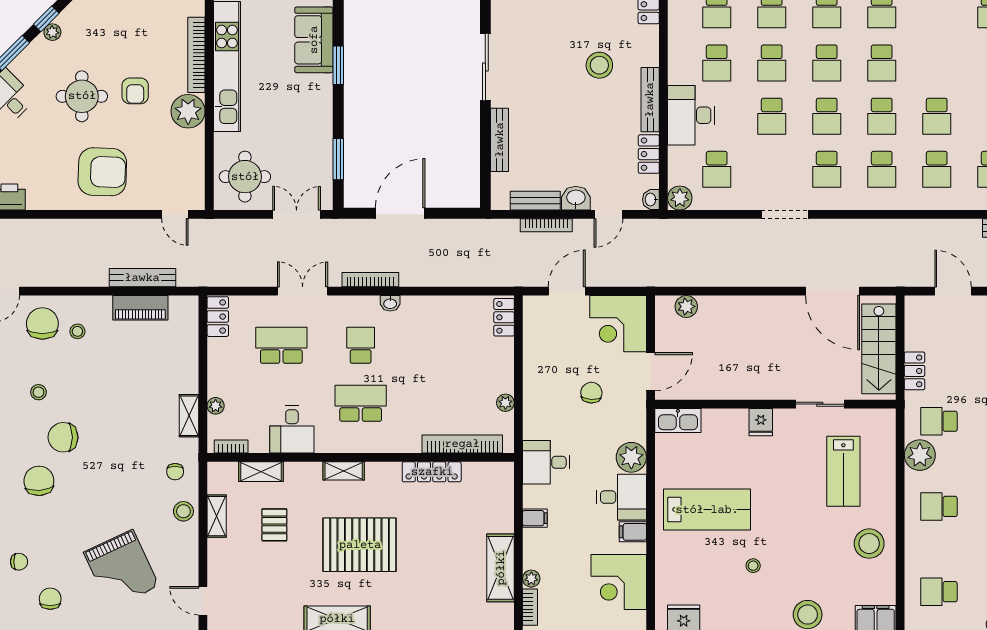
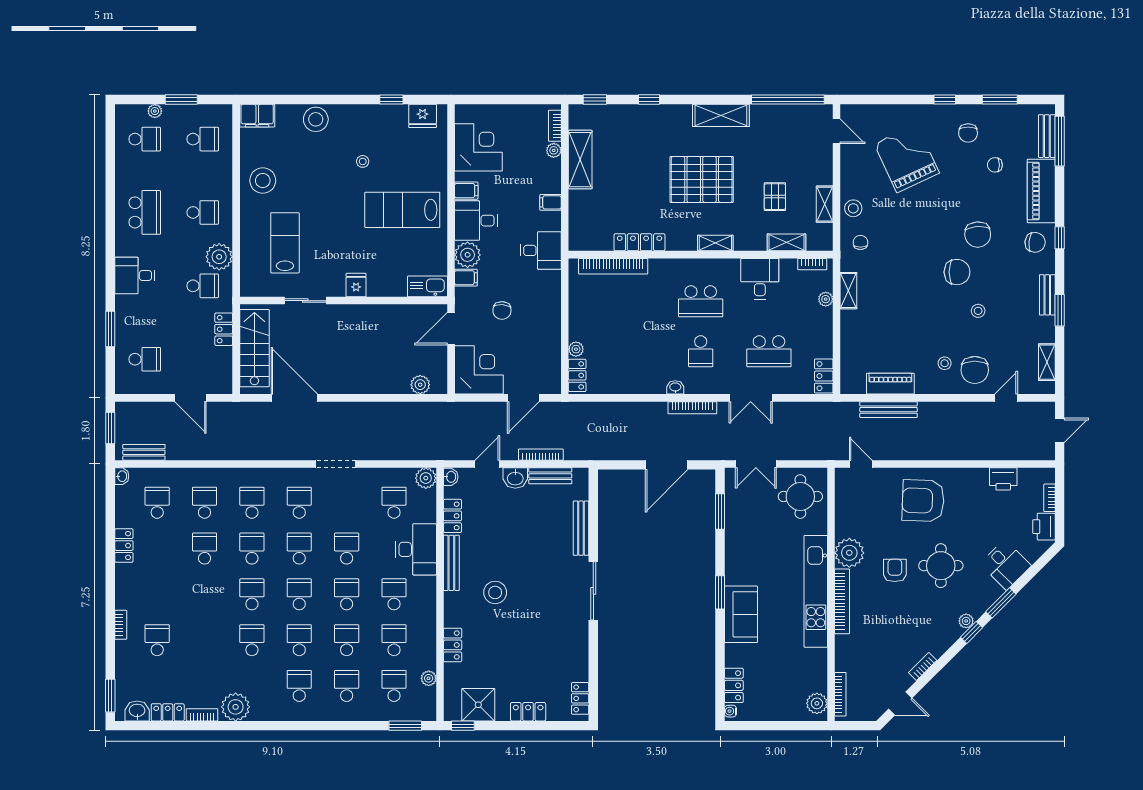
plant: (505, 403) -> (576, 349), moved
filing cabinet: (633, 431) -> (466, 278), added

